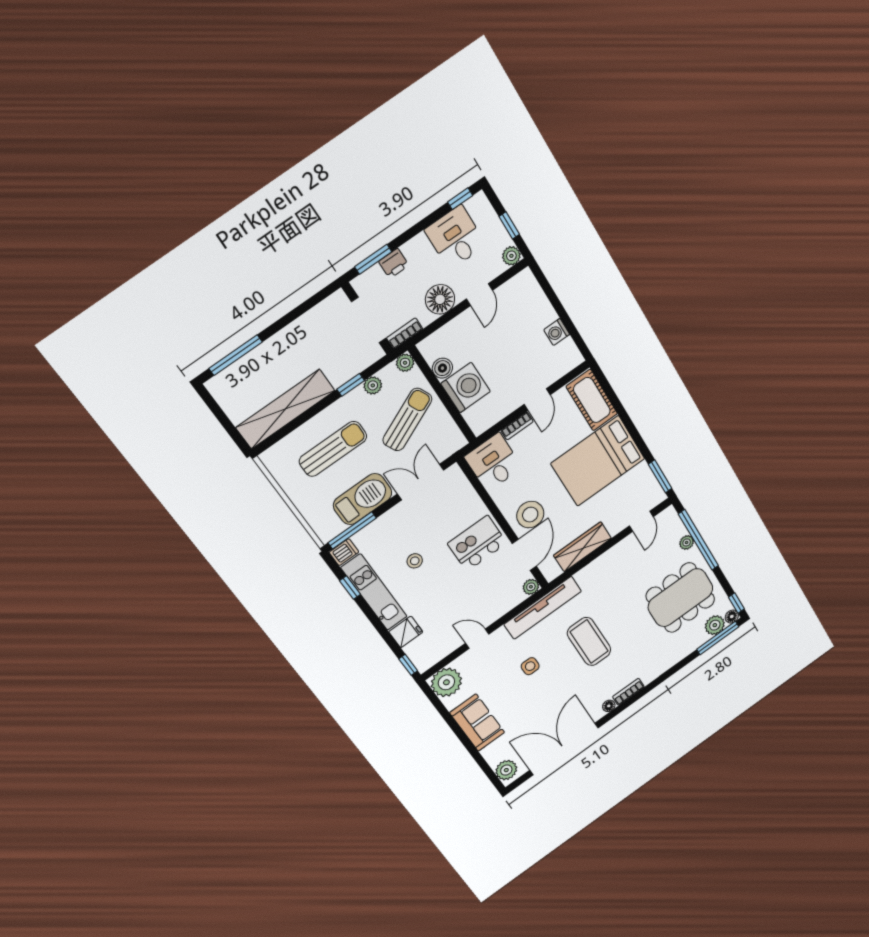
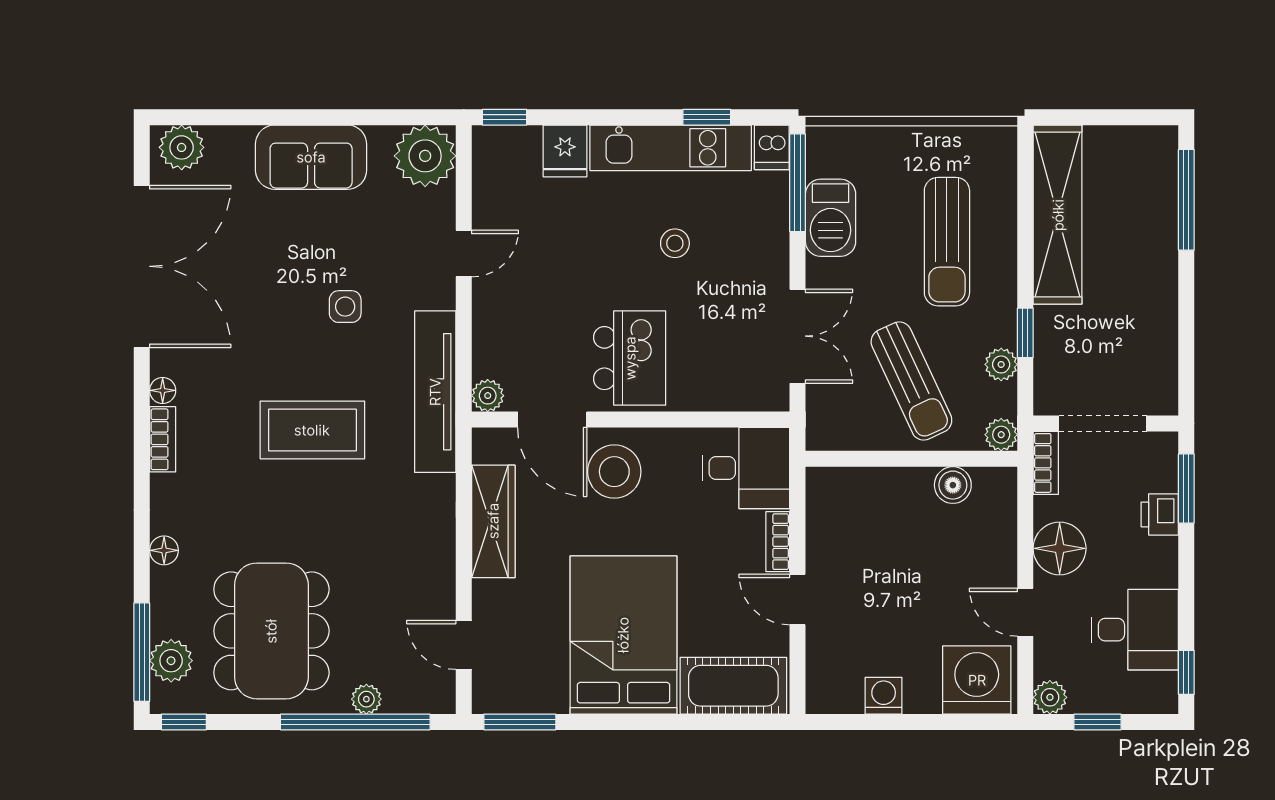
washing machine: (466, 388) -> (977, 680), moved, turned 180
barbecue: (363, 499) -> (831, 218), width x0.73, depth x0.83
floor lamp: (732, 616) -> (164, 550), moved

